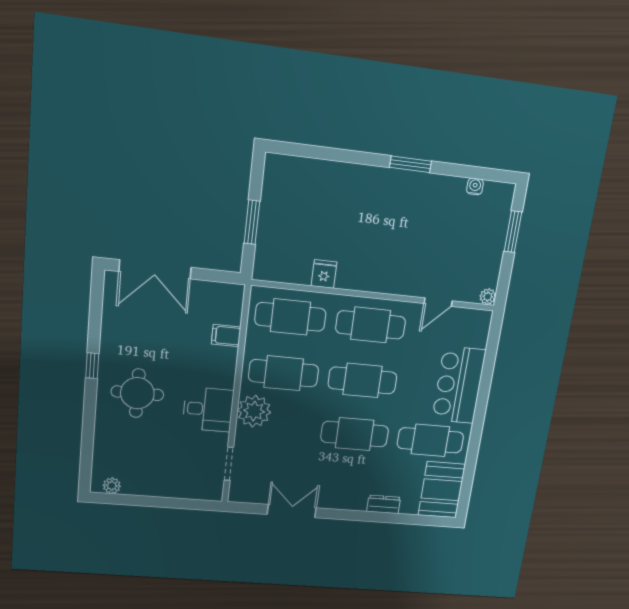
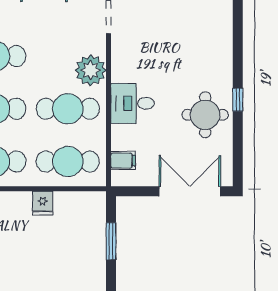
filing cabinet: (226, 336) -> (123, 161), moved
round table: (137, 393) -> (205, 115), moved
desk: (208, 409) -> (133, 103), moved

